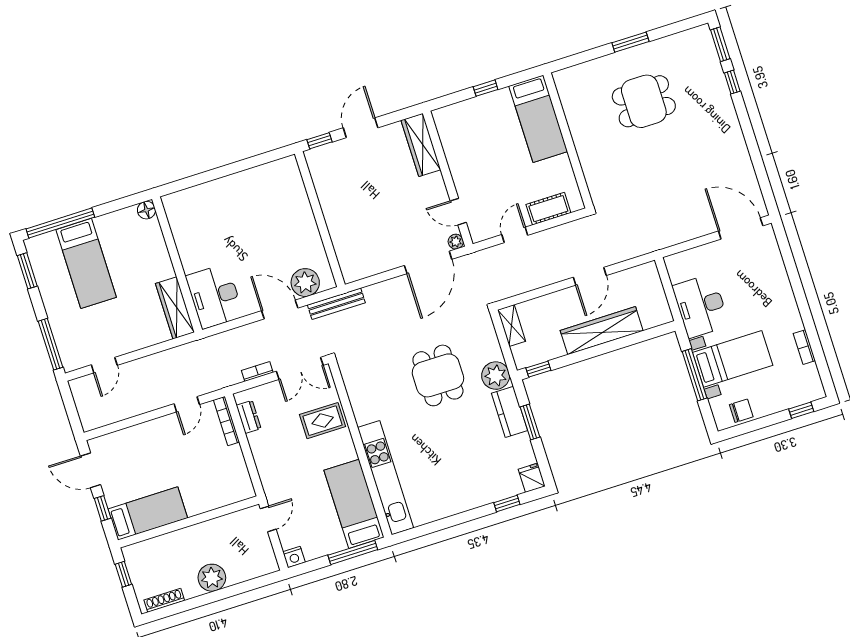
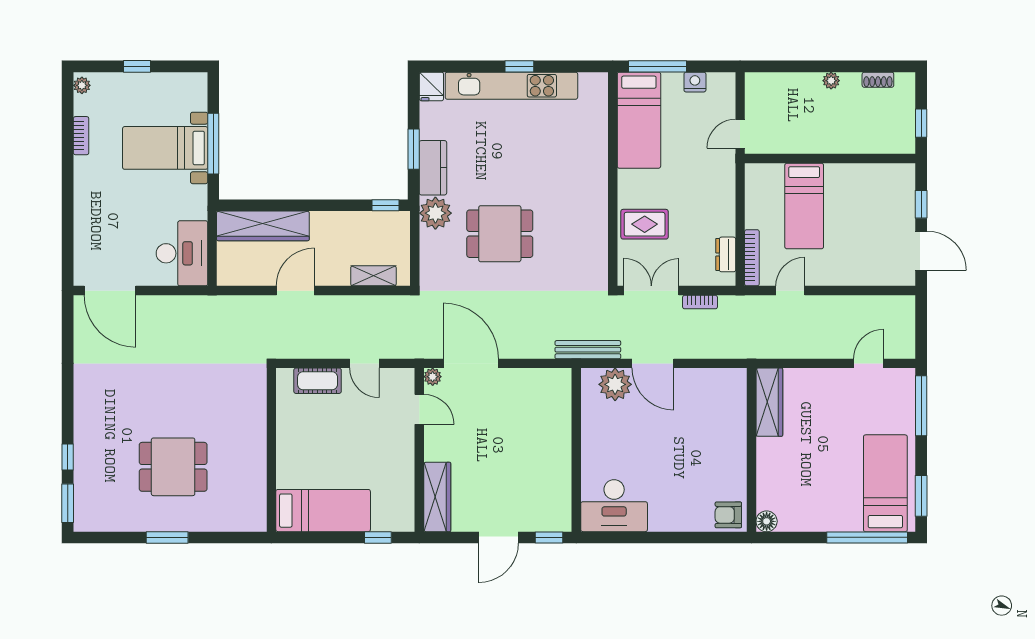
window: (486, 88) -> (378, 537), moved
bed: (538, 119) -> (323, 511), moved, turned 90
armchair: (179, 205) -> (728, 515), added
door: (515, 235) -> (364, 363), hinge flipped
door: (428, 262) -> (471, 363), hinge flipped
bed: (86, 263) -> (885, 483), moved
desk: (215, 296) -> (614, 506), moved, turned 90
desk: (701, 306) -> (182, 253), moved
shelving: (512, 326) -> (373, 276), moved, turned 90
wardrobe: (602, 331) -> (263, 226), moved
dining table: (438, 375) -> (500, 234), turned 90
plant: (817, 388) -> (82, 85), added
window: (801, 410) -> (137, 66), moved
chair: (741, 411) -> (174, 87), removed
kitchen unit: (386, 478) -> (511, 86), moved, turned -90
window: (507, 504) -> (519, 66), moved
bed: (148, 513) -> (804, 206), moved, turned -90
nightstand: (294, 557) -> (695, 82), moved
plant: (212, 578) -> (831, 81), width x0.53, depth x0.53
shoe rack: (164, 600) -> (878, 80), width x0.70

